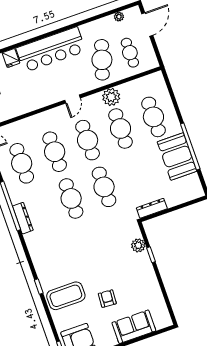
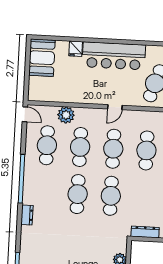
plant: (111, 97) -> (66, 115), moved
dresser: (23, 218) -> (27, 215), moved, width x0.70

